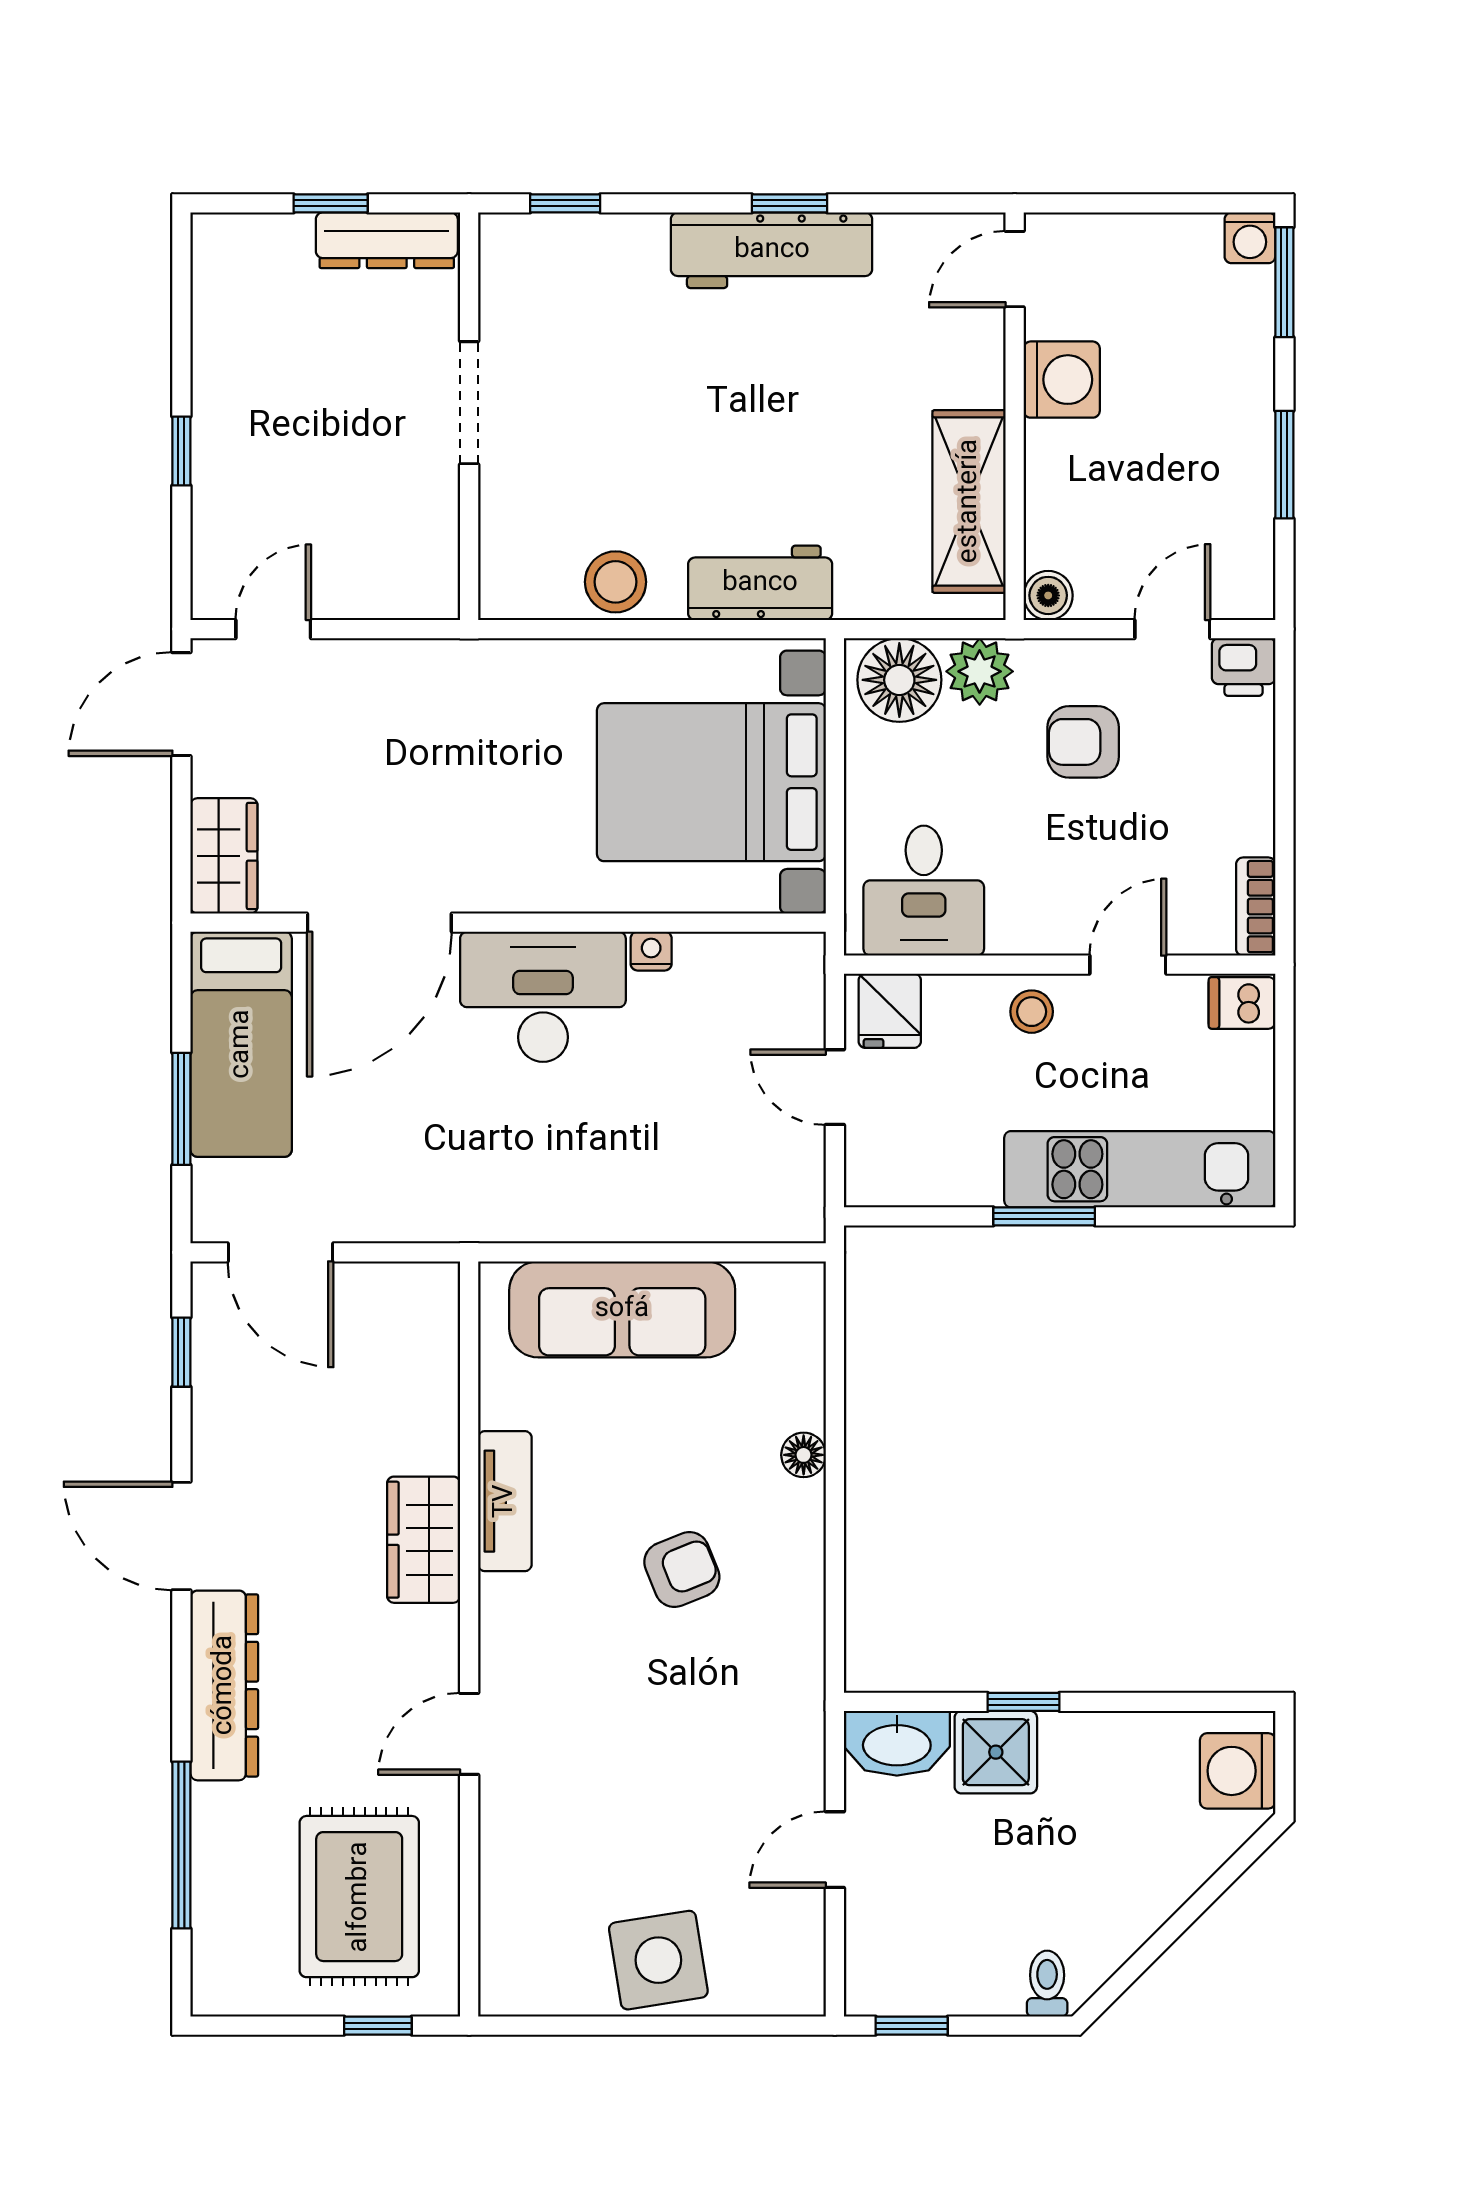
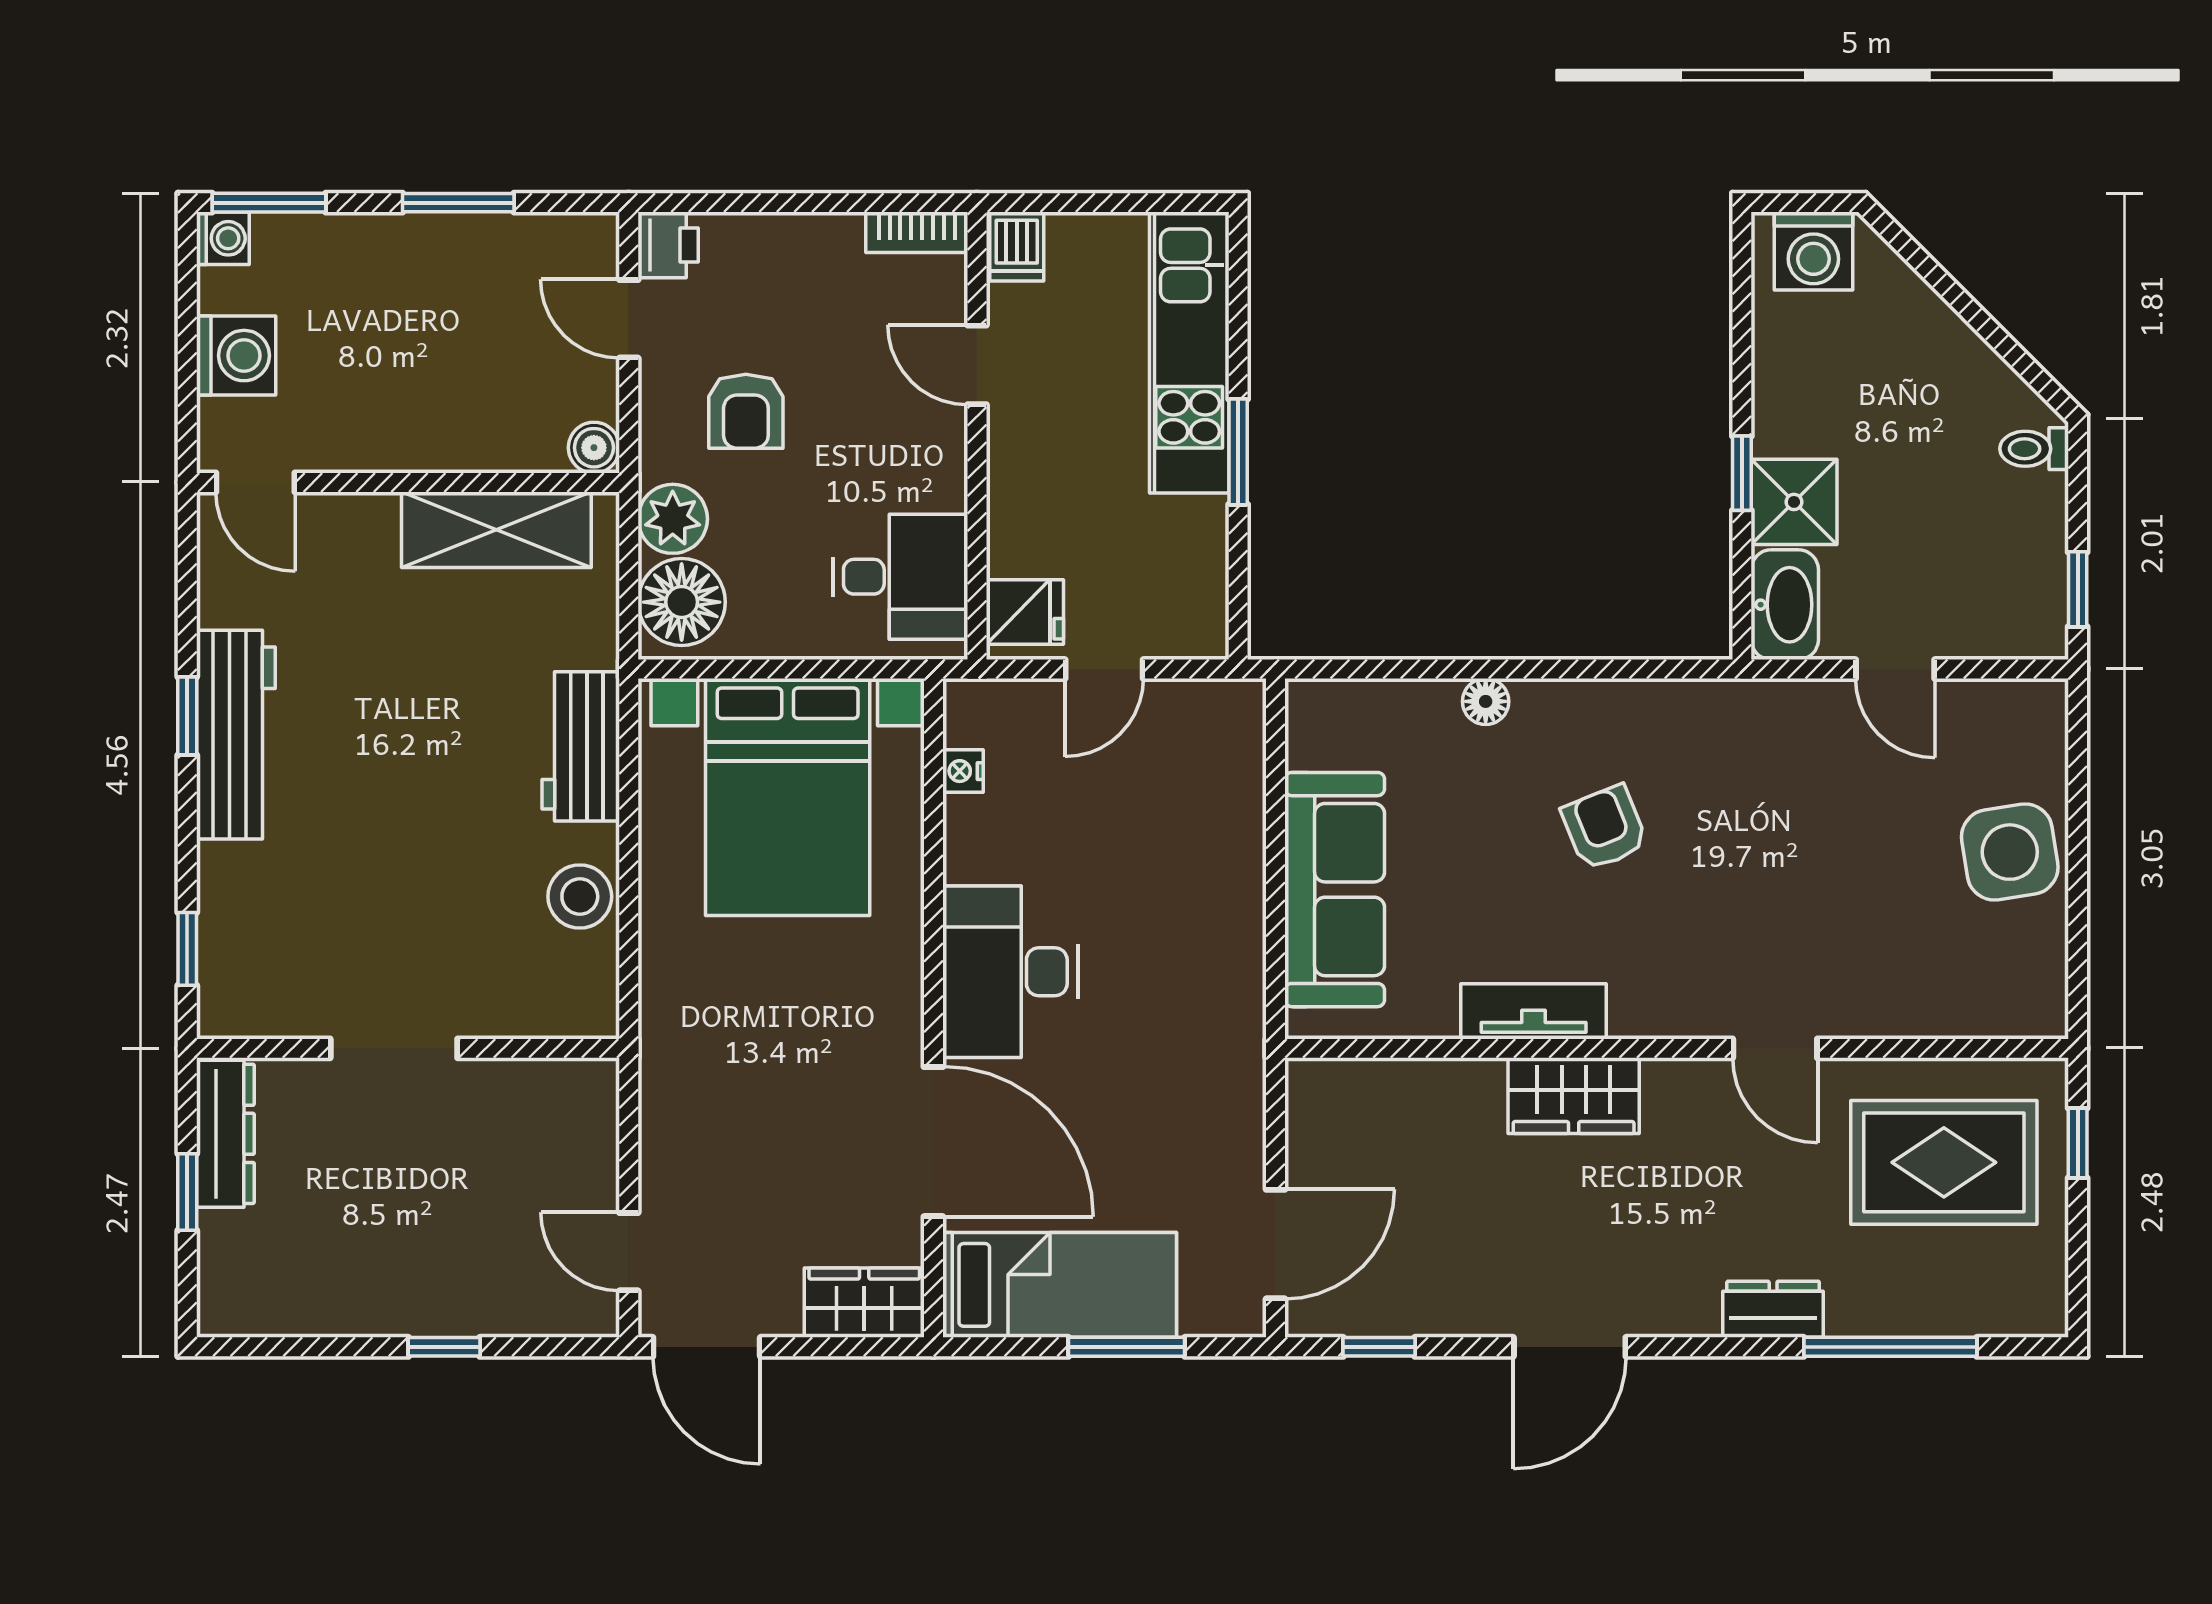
washing machine: (1062, 380) -> (236, 356), moved, turned 90
nightstand: (651, 951) -> (963, 771), moved
stool: (1032, 1012) -> (1026, 465), removed
dresser: (224, 1685) -> (1773, 1309), width x0.51, depth x0.80

